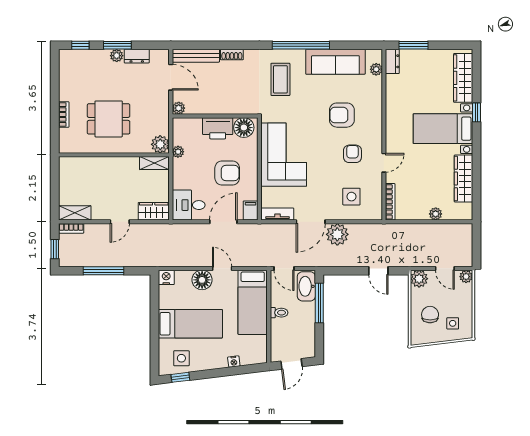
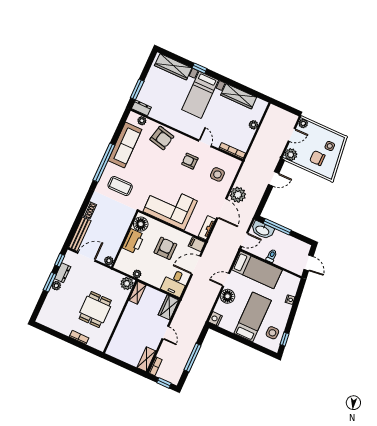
window: (80, 45) -> (60, 260), moved
armchair: (342, 115) -> (162, 138), moved, turned -77
door: (223, 222) -> (196, 265), hinge flipped

